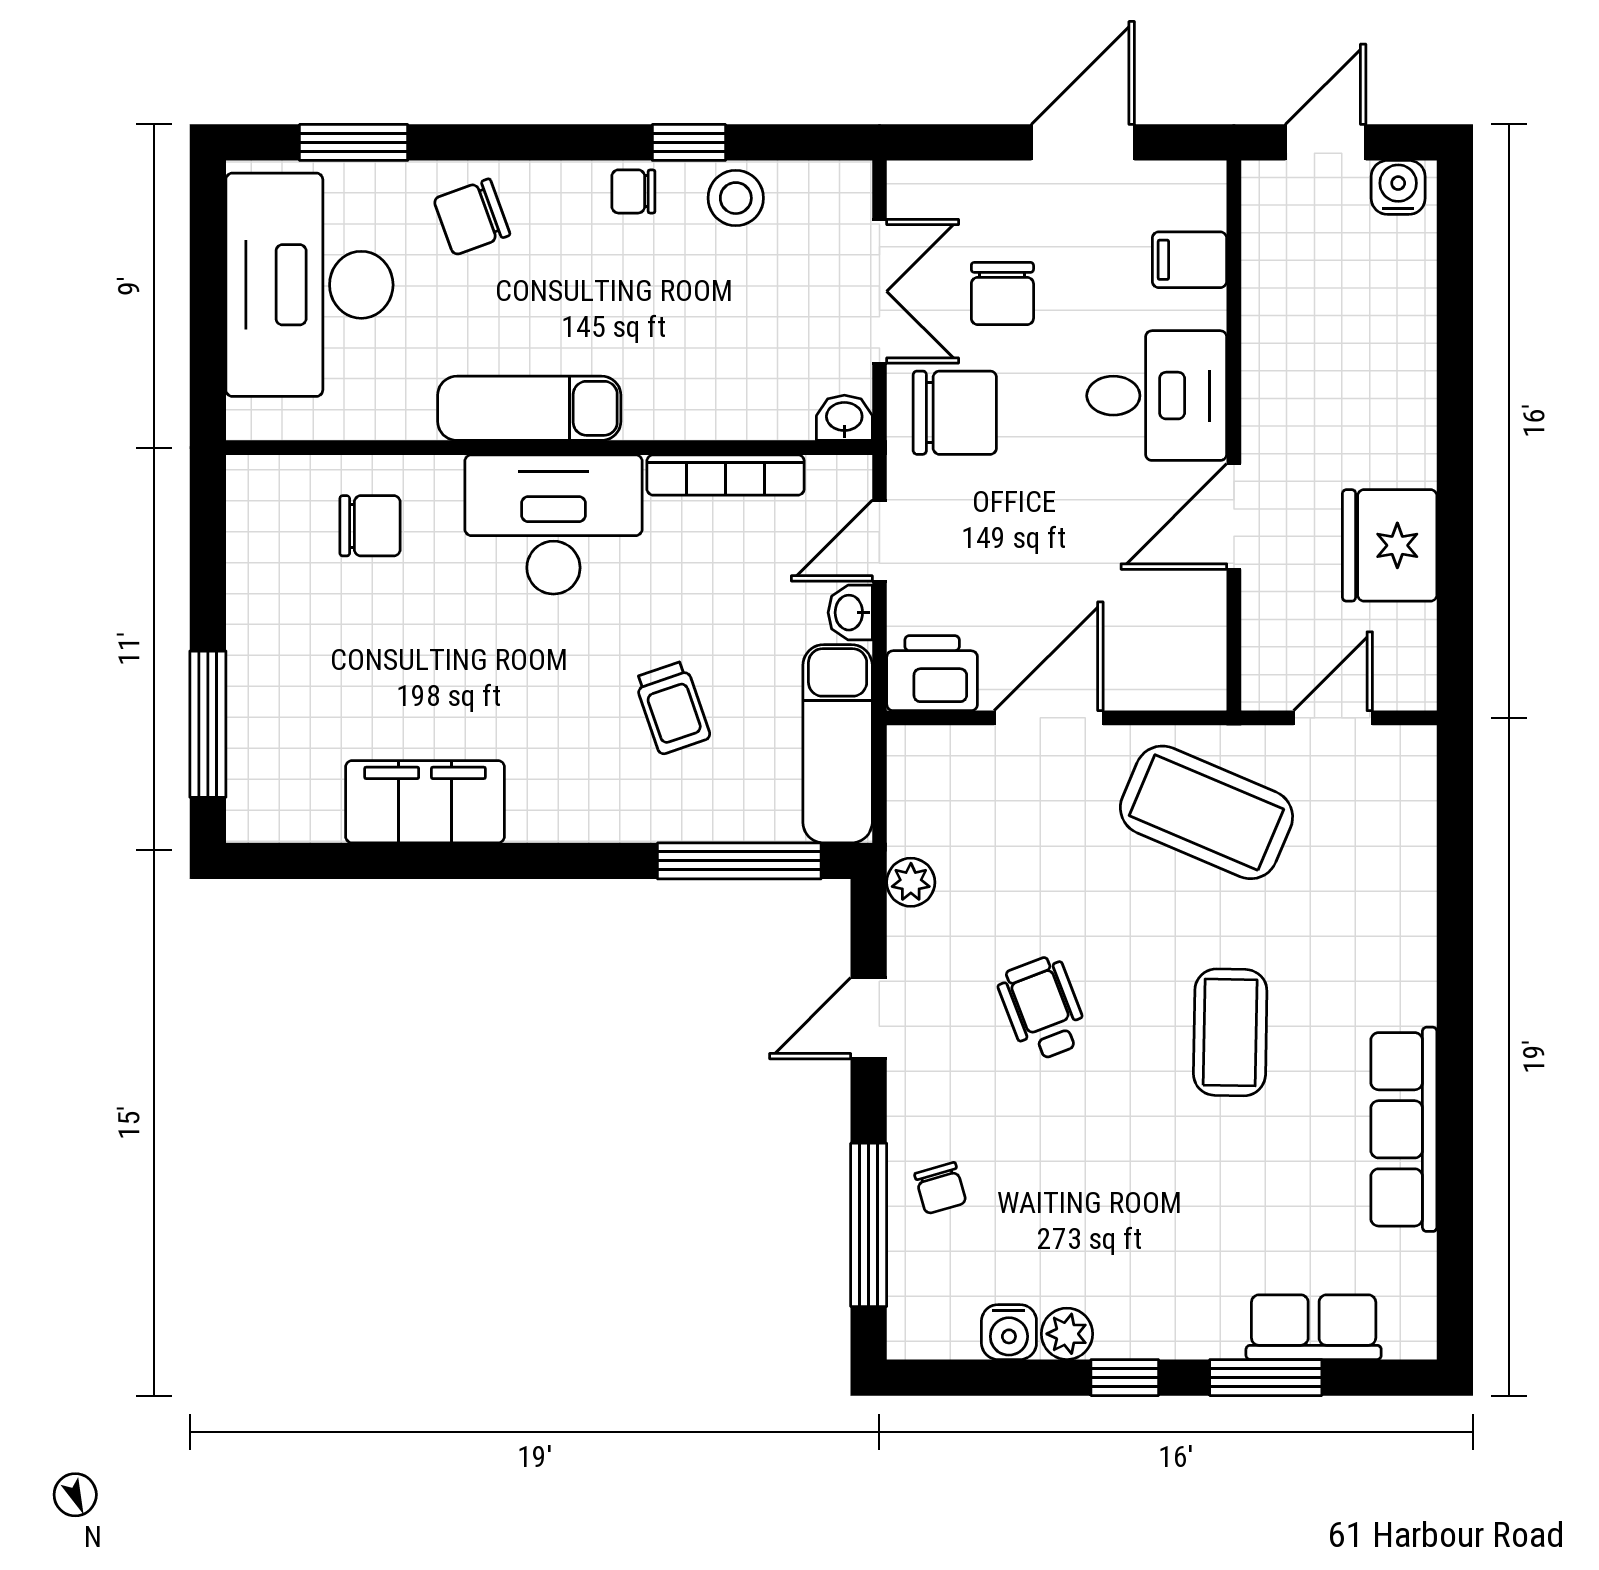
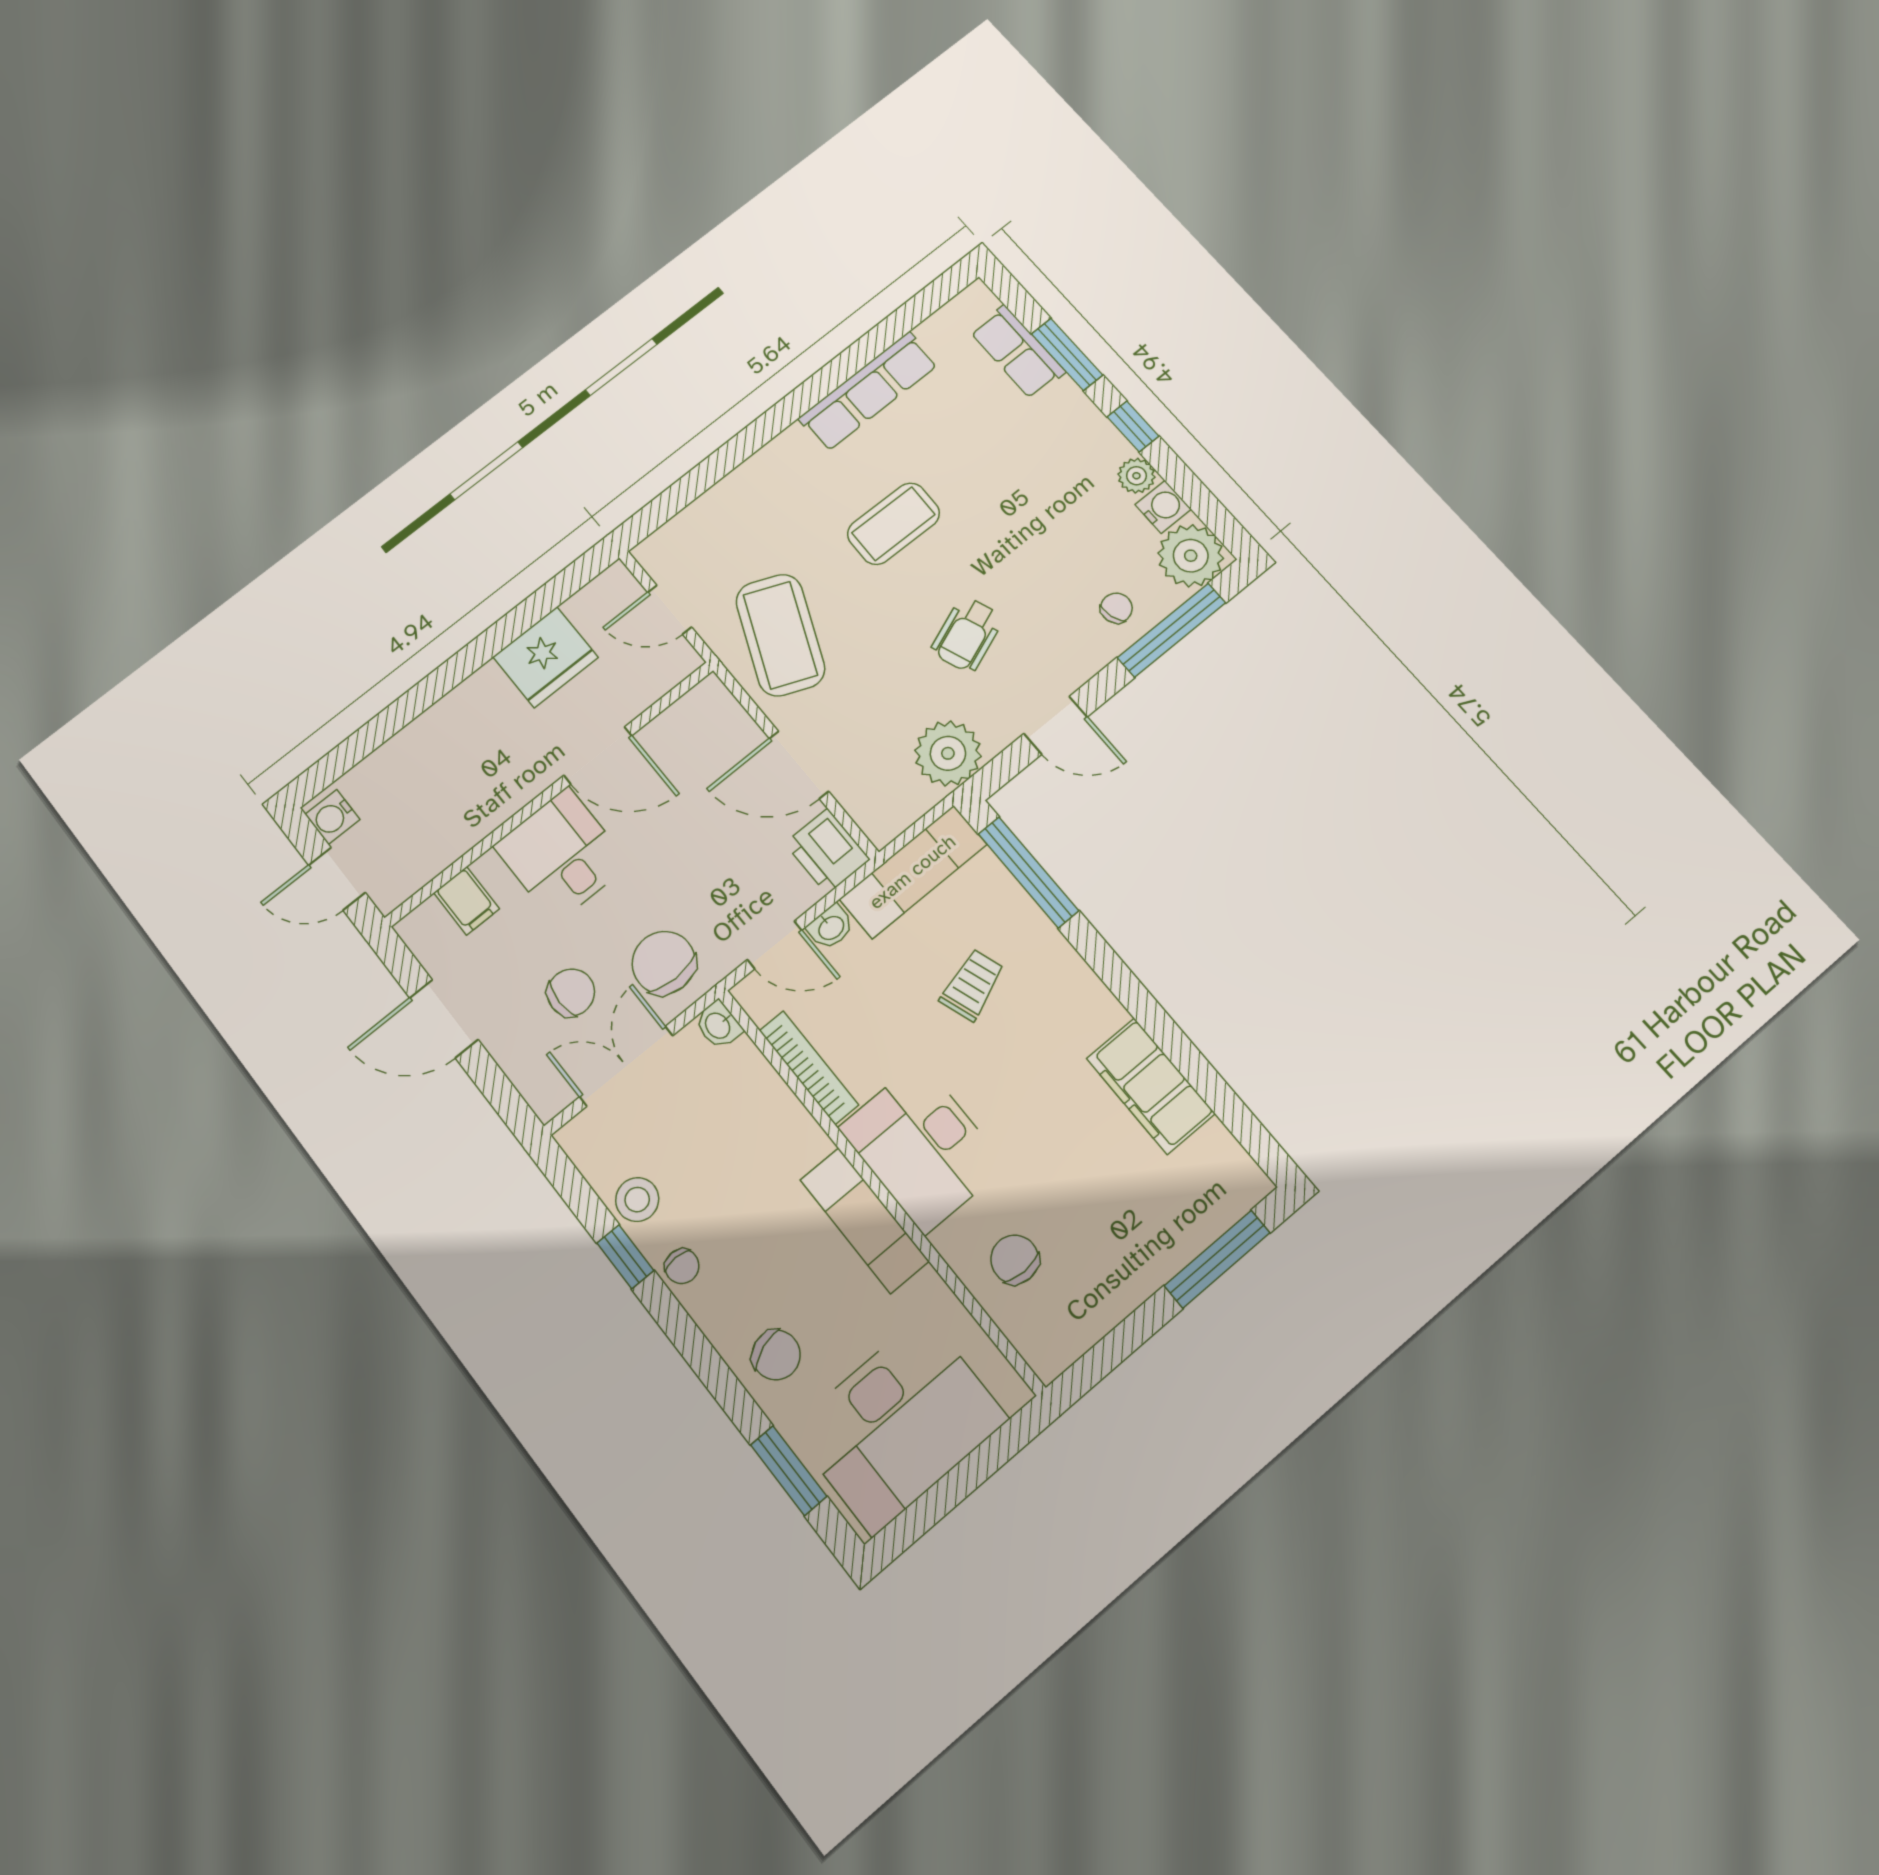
plant: (911, 882) -> (948, 753), width x1.87, depth x1.87
plant: (932, 1315) -> (1191, 556), added

